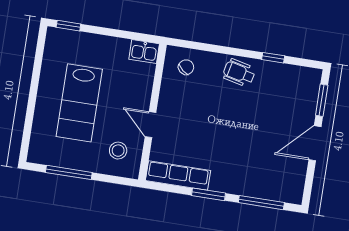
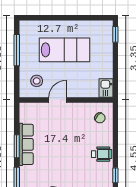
wheelchair: (239, 73) -> (102, 154), turned 77
lab bench: (79, 103) -> (65, 50), turned 180
row of seats: (178, 175) -> (26, 144), moved

